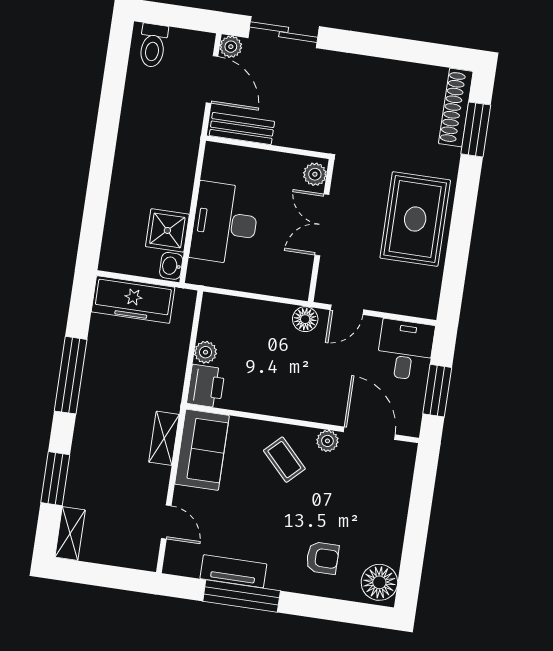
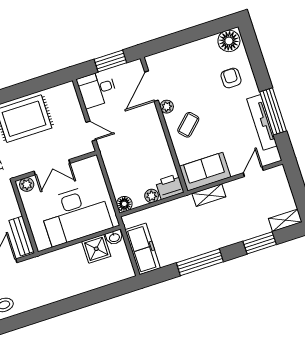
desk: (225, 223) -> (75, 215), width x1.36, depth x1.30
floor lamp: (305, 319) -> (124, 204), moved
tv unit: (233, 571) -> (262, 122), width x1.41

